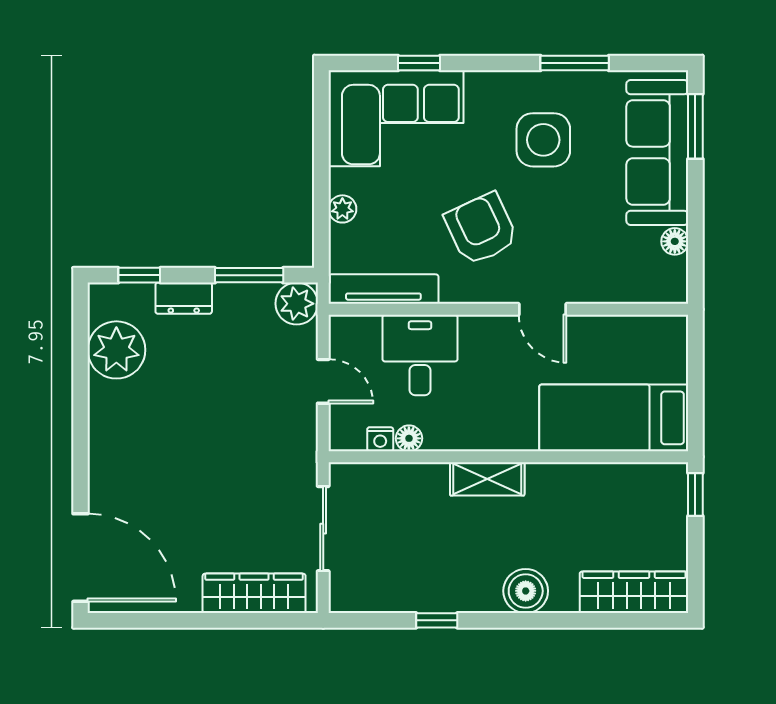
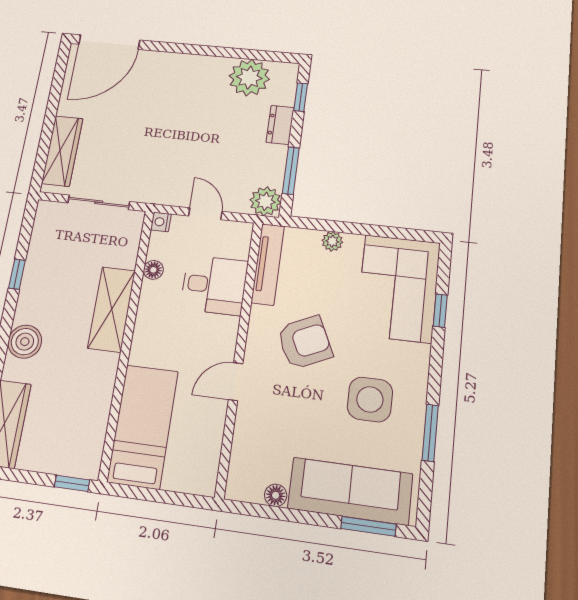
door: (323, 381) -> (205, 214), swing flipped
nightstand: (380, 439) -> (161, 222), moved
shelving: (487, 479) -> (112, 309), width x1.50, depth x1.33

